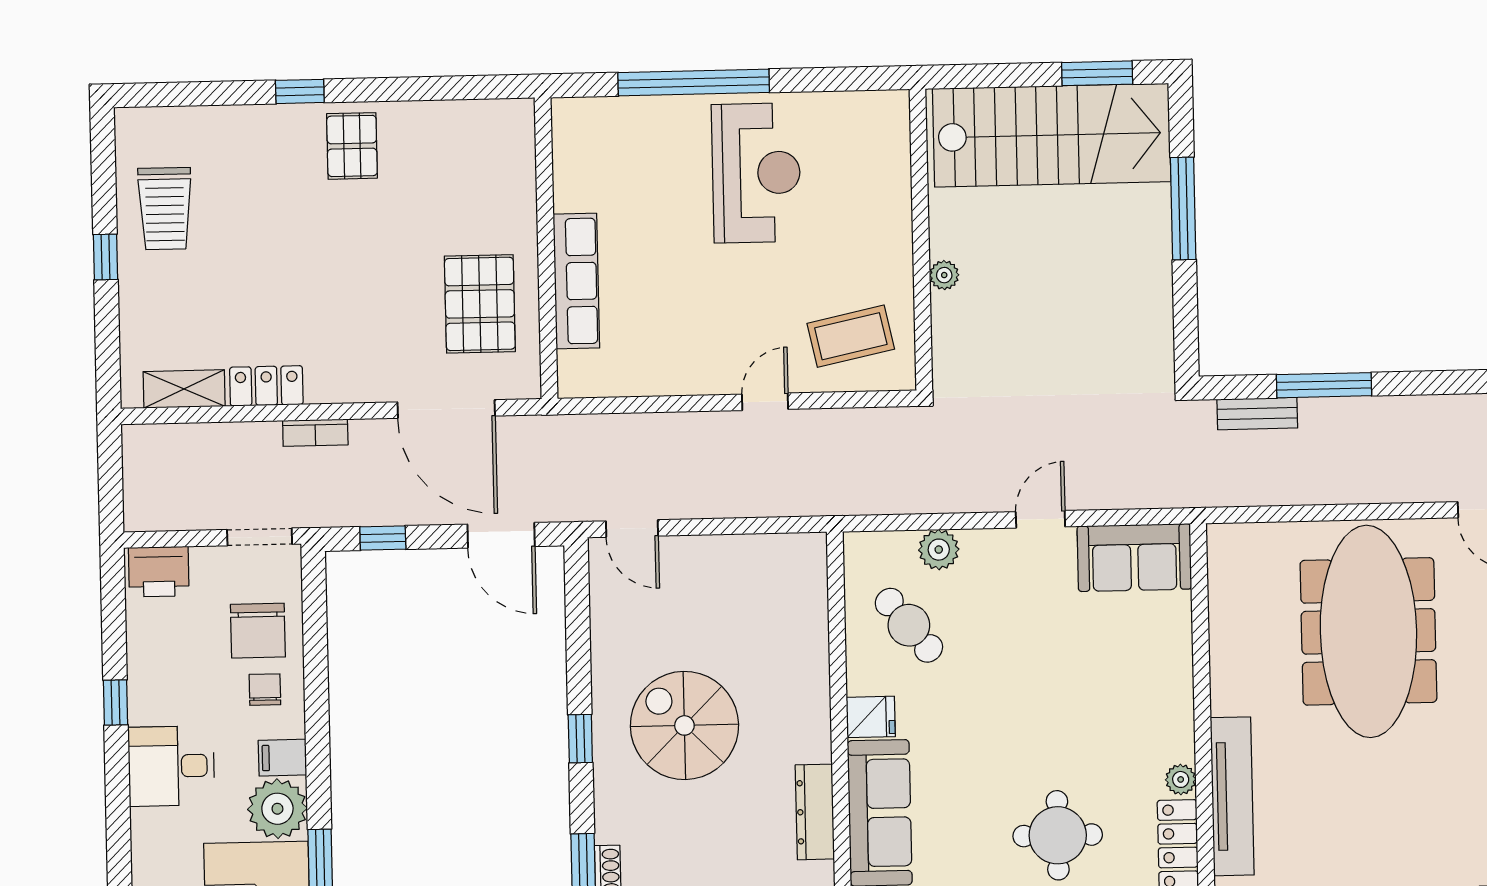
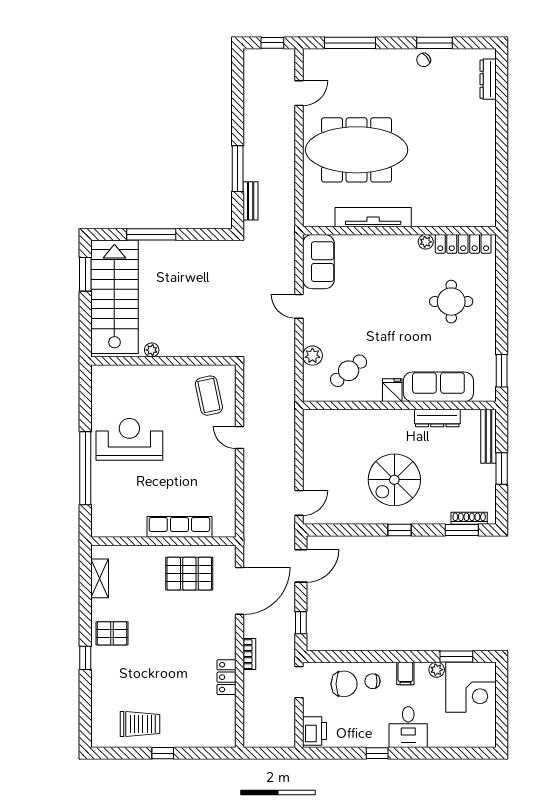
plant: (944, 275) -> (152, 350), moved
shelving: (184, 389) -> (100, 578), moved
tv unit: (1232, 796) -> (373, 217), moved
plant: (277, 809) -> (437, 670), width x0.53, depth x0.53

